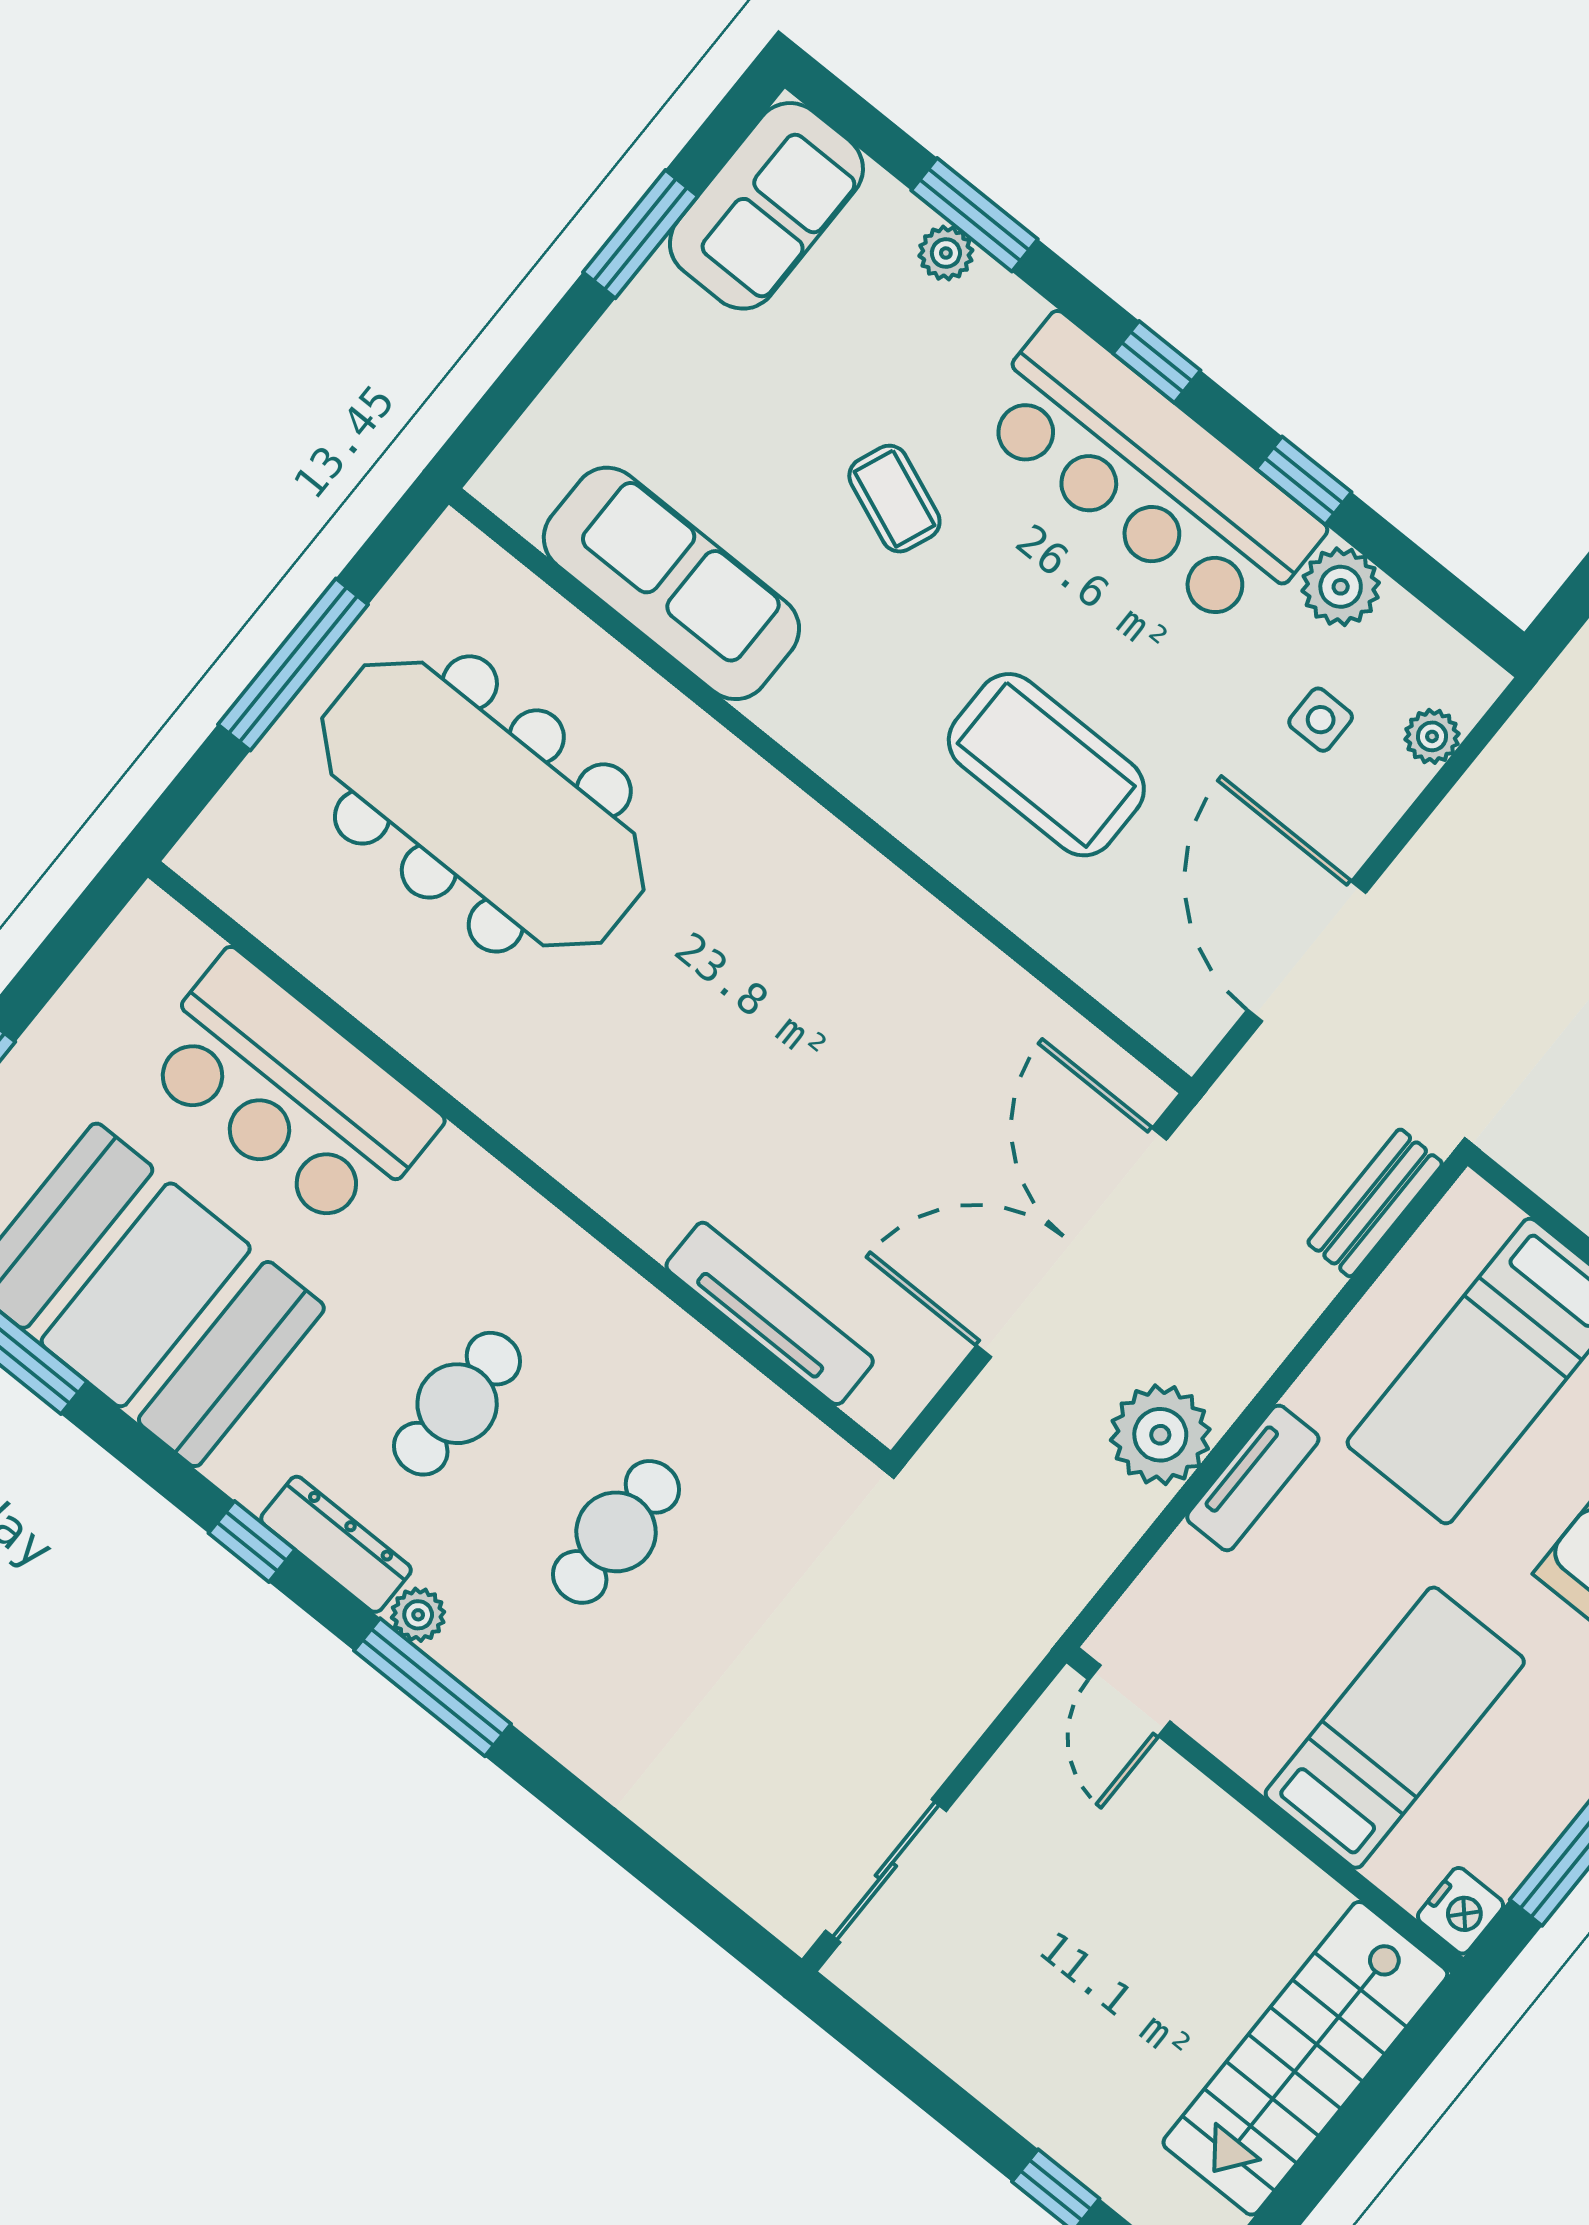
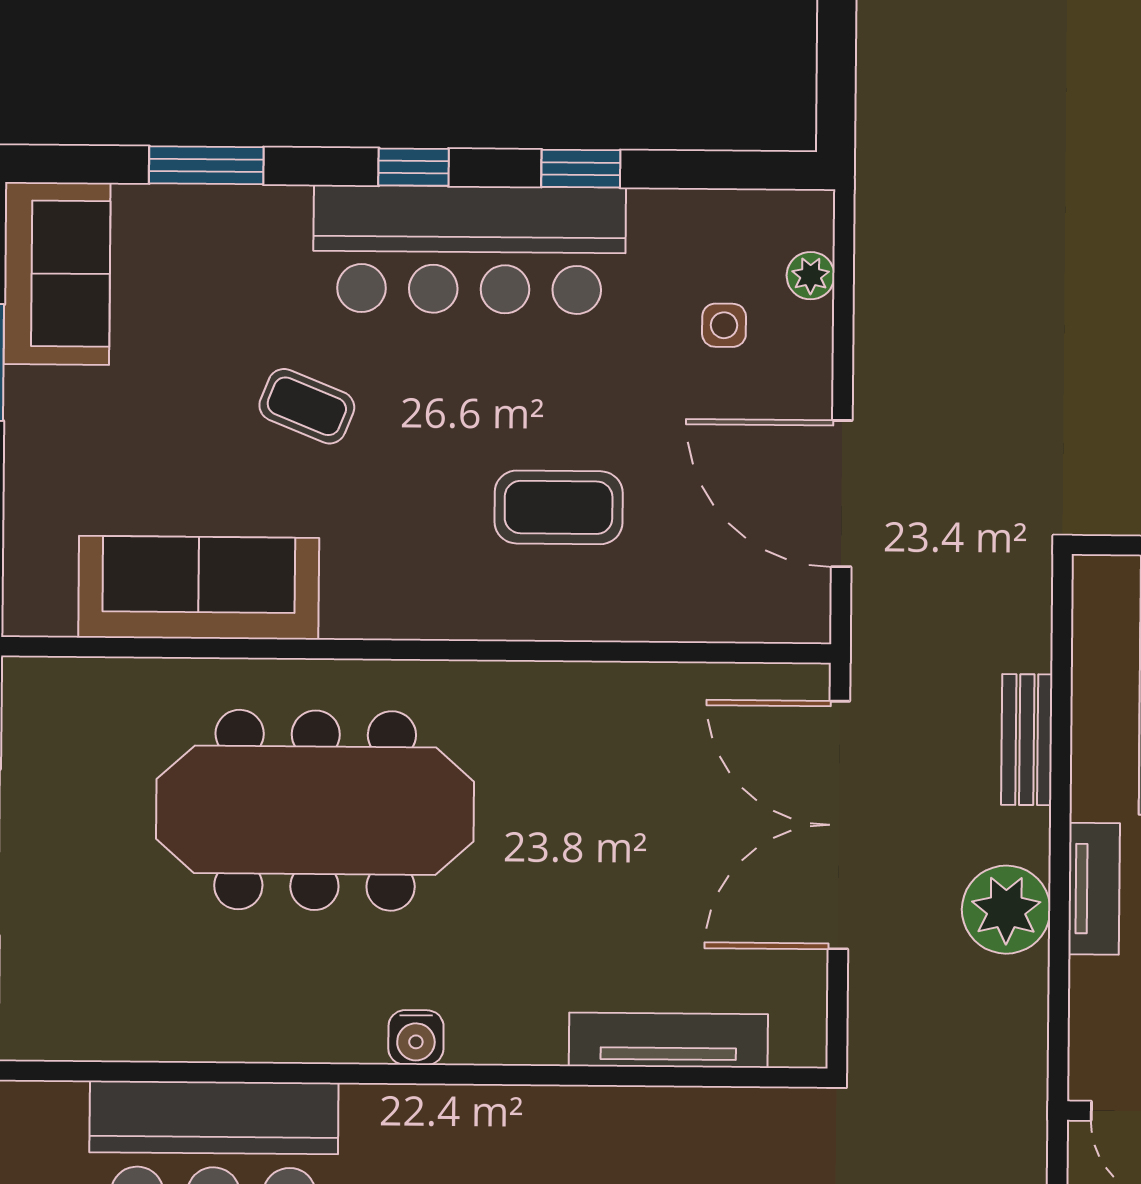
plant: (946, 253) -> (207, 208), removed
plant: (1341, 587) -> (665, 222), removed
coffee table: (1046, 765) -> (559, 507), width x0.73, depth x0.76
meeting table: (483, 804) -> (315, 810), moved
water cooler: (548, 1134) -> (416, 1038), added
bench: (1375, 1203) -> (1027, 740), moved

